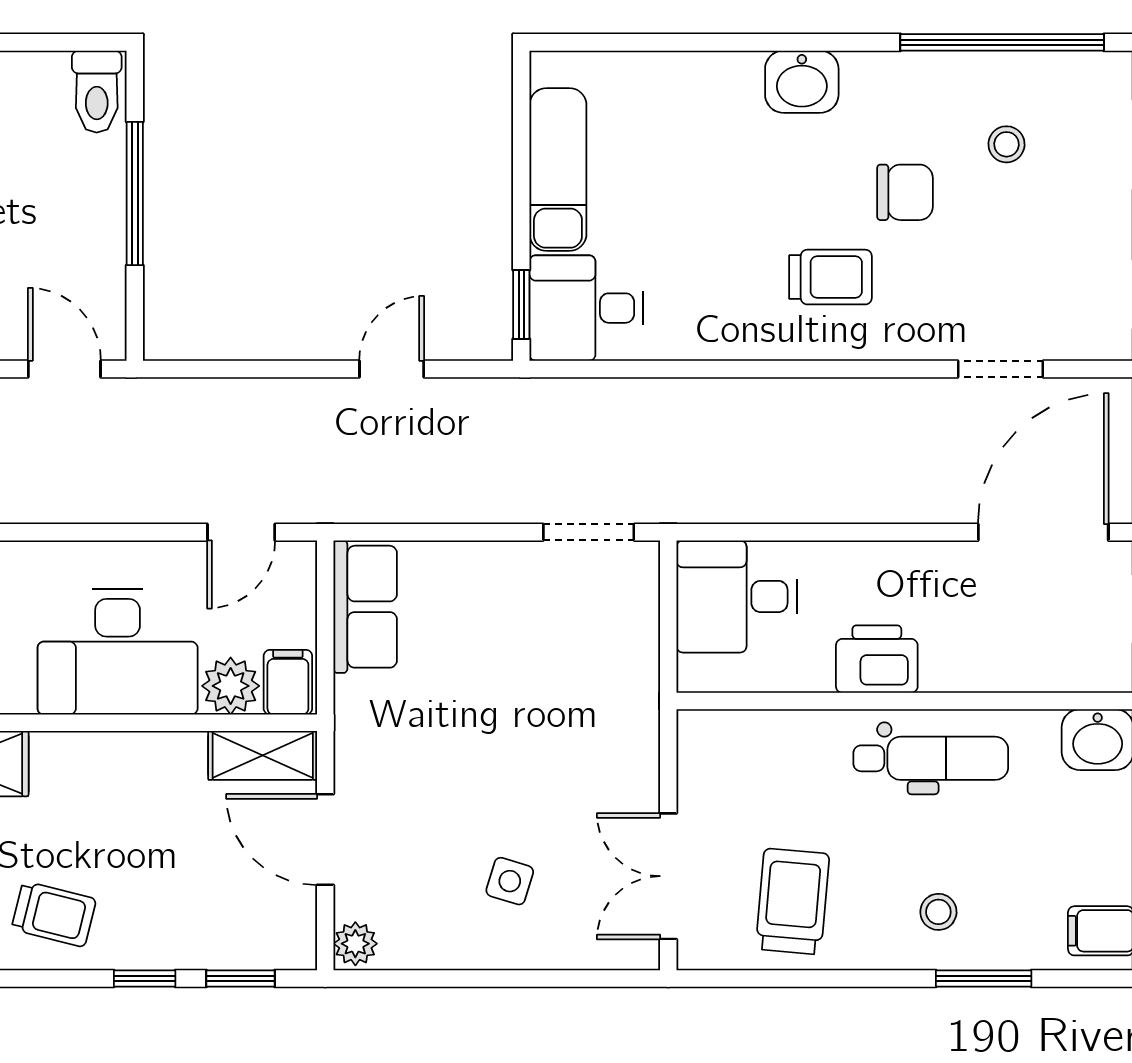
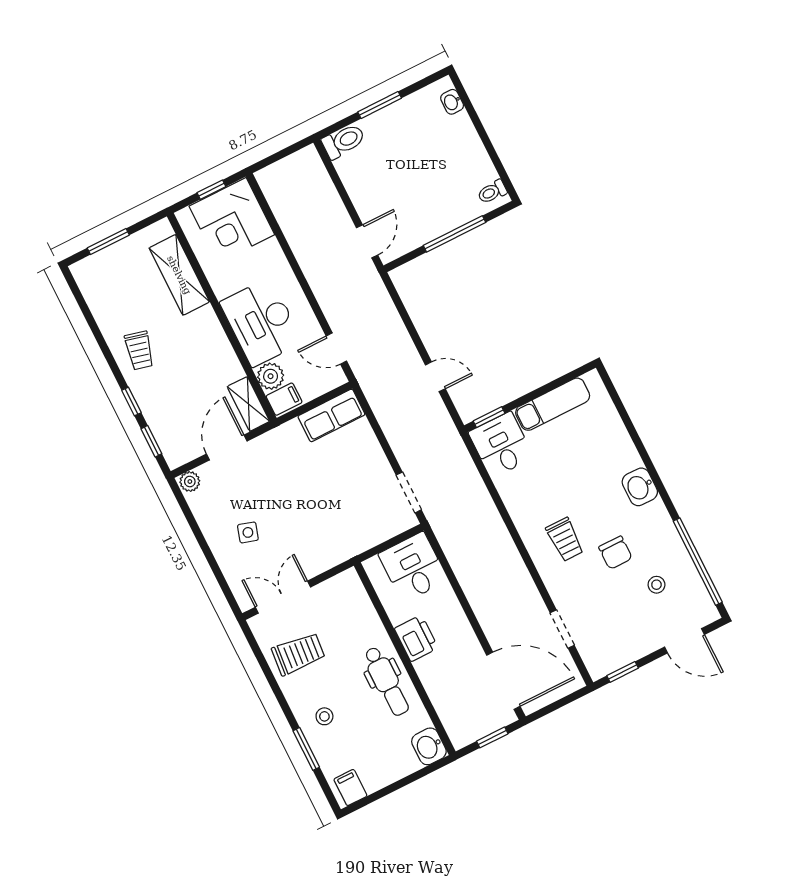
toilet: (97, 92) -> (492, 192), width x0.73, depth x0.72

